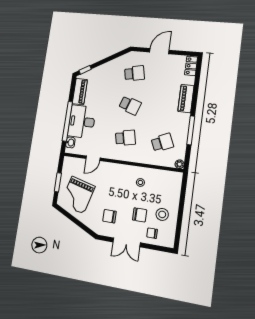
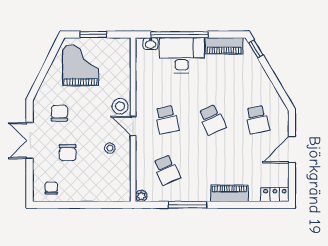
door: (159, 51) -> (292, 150), swing flipped
school desk: (130, 105) -> (212, 120), turned -42
door: (93, 158) -> (133, 126), moved
grand piano: (78, 195) -> (81, 65), turned 75
stool: (162, 214) -> (120, 106), moved
chair: (152, 233) -> (51, 188), moved

